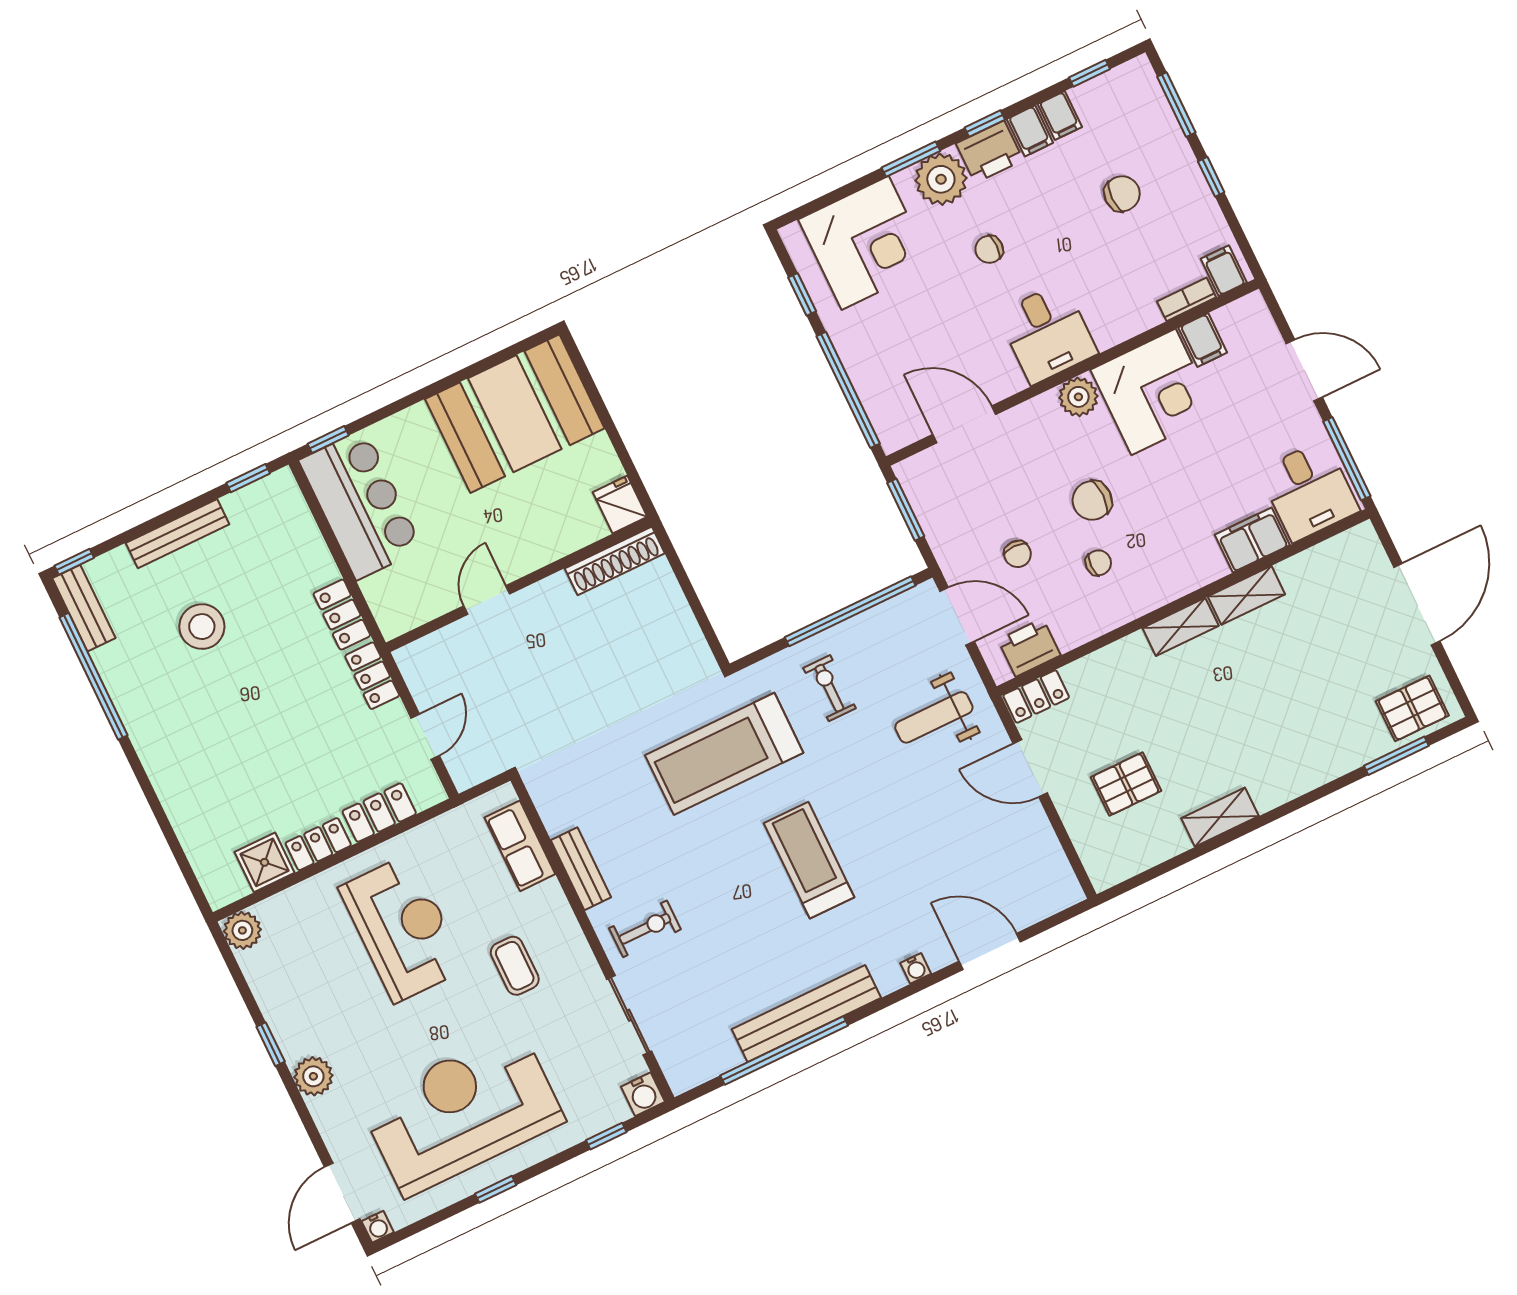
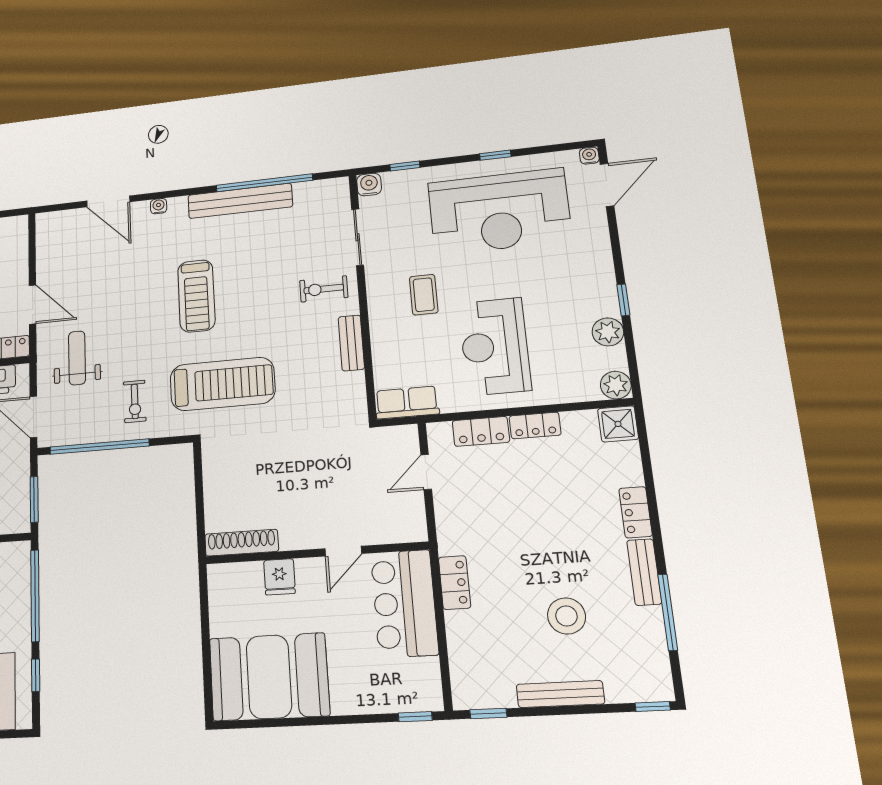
bar counter: (361, 505) -> (404, 604), moved
fridge: (620, 505) -> (279, 577), moved
bench: (84, 608) -> (644, 572), moved
window: (93, 676) -> (668, 612), width x0.68
locker: (372, 676) -> (635, 512), moved, turned 180
weight bench: (934, 717) -> (77, 358), turned -90
row of seats: (520, 846) -> (407, 403), moved, turned -90
shower: (264, 862) -> (618, 424), moved
plant: (313, 1076) -> (608, 332), moved

